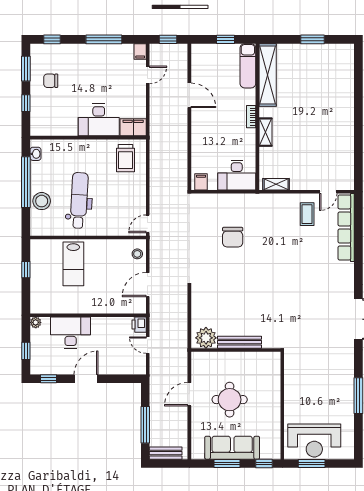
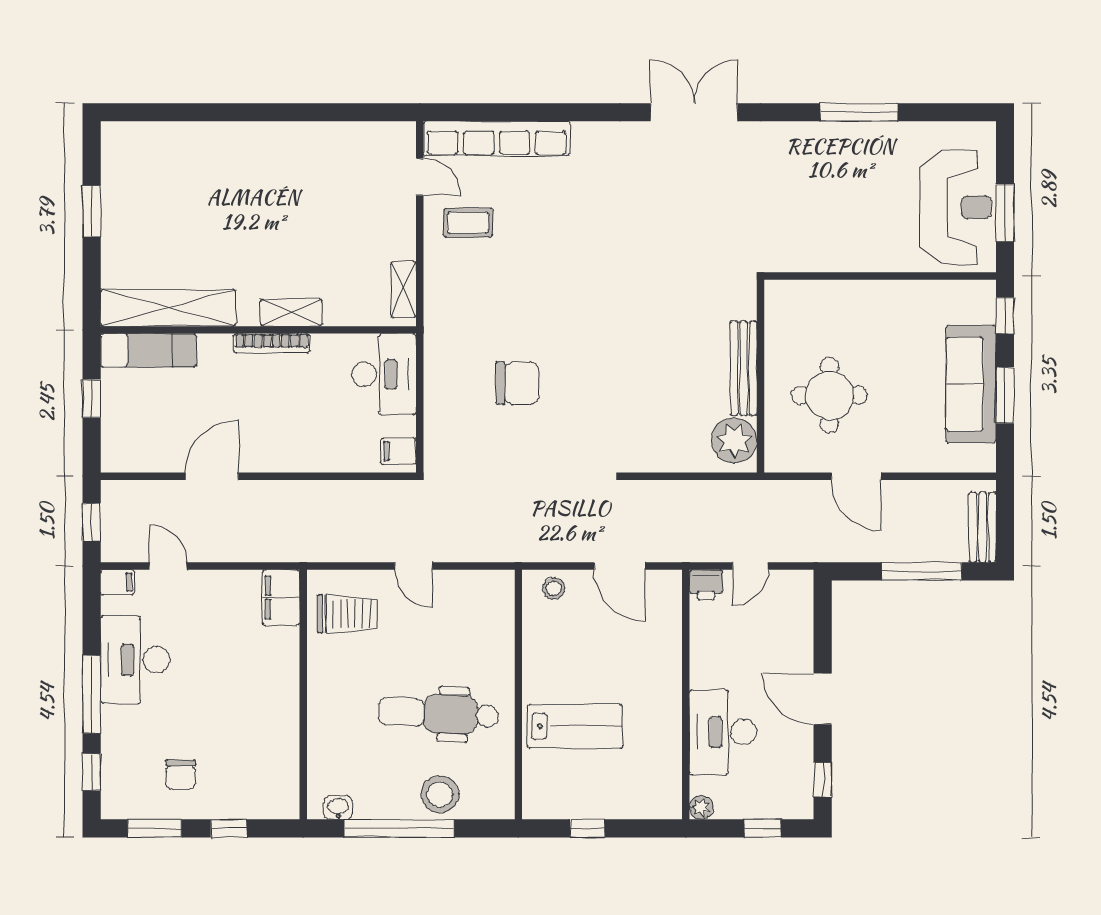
window: (104, 39) -> (92, 694), moved
bookcase: (251, 117) -> (272, 343), width x1.56
desk: (99, 120) -> (135, 660), moved, turned 180
door: (148, 224) -> (413, 566), moved
round table: (230, 400) -> (829, 395), moved

